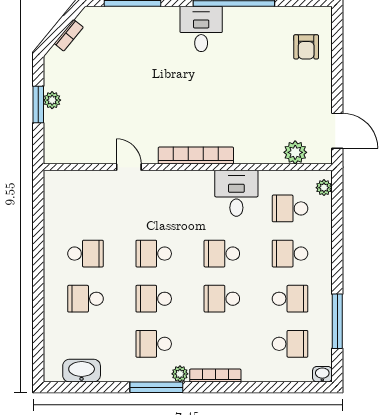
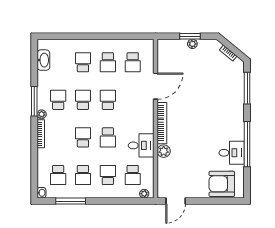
desk: (201, 29) -> (232, 153), moved
armchair: (306, 47) -> (222, 184), width x1.88, depth x1.88
plant: (295, 152) -> (164, 151), moved
door: (129, 167) -> (156, 86), width x1.88
school desk: (85, 208) -> (133, 62), added
school desk: (290, 208) -> (133, 175), turned 180
school desk: (222, 254) -> (108, 137), turned 180

